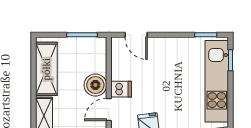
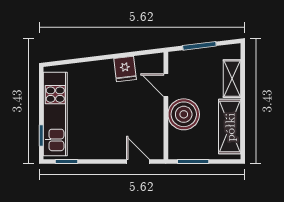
boiler: (95, 85) -> (184, 114), width x1.37, depth x1.37
dishwasher: (121, 89) -> (153, 106), removed
door: (109, 109) -> (166, 85), swing flipped

